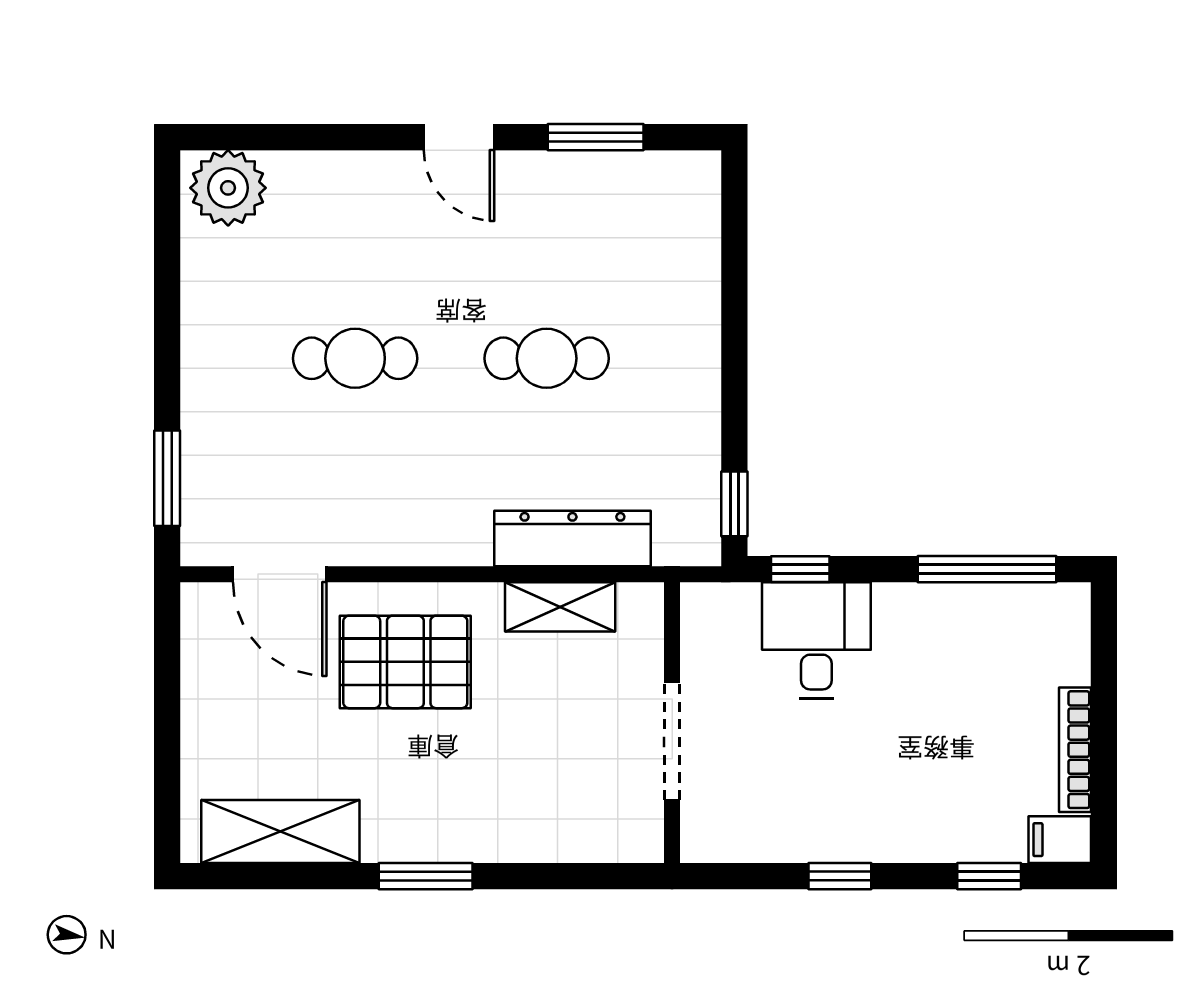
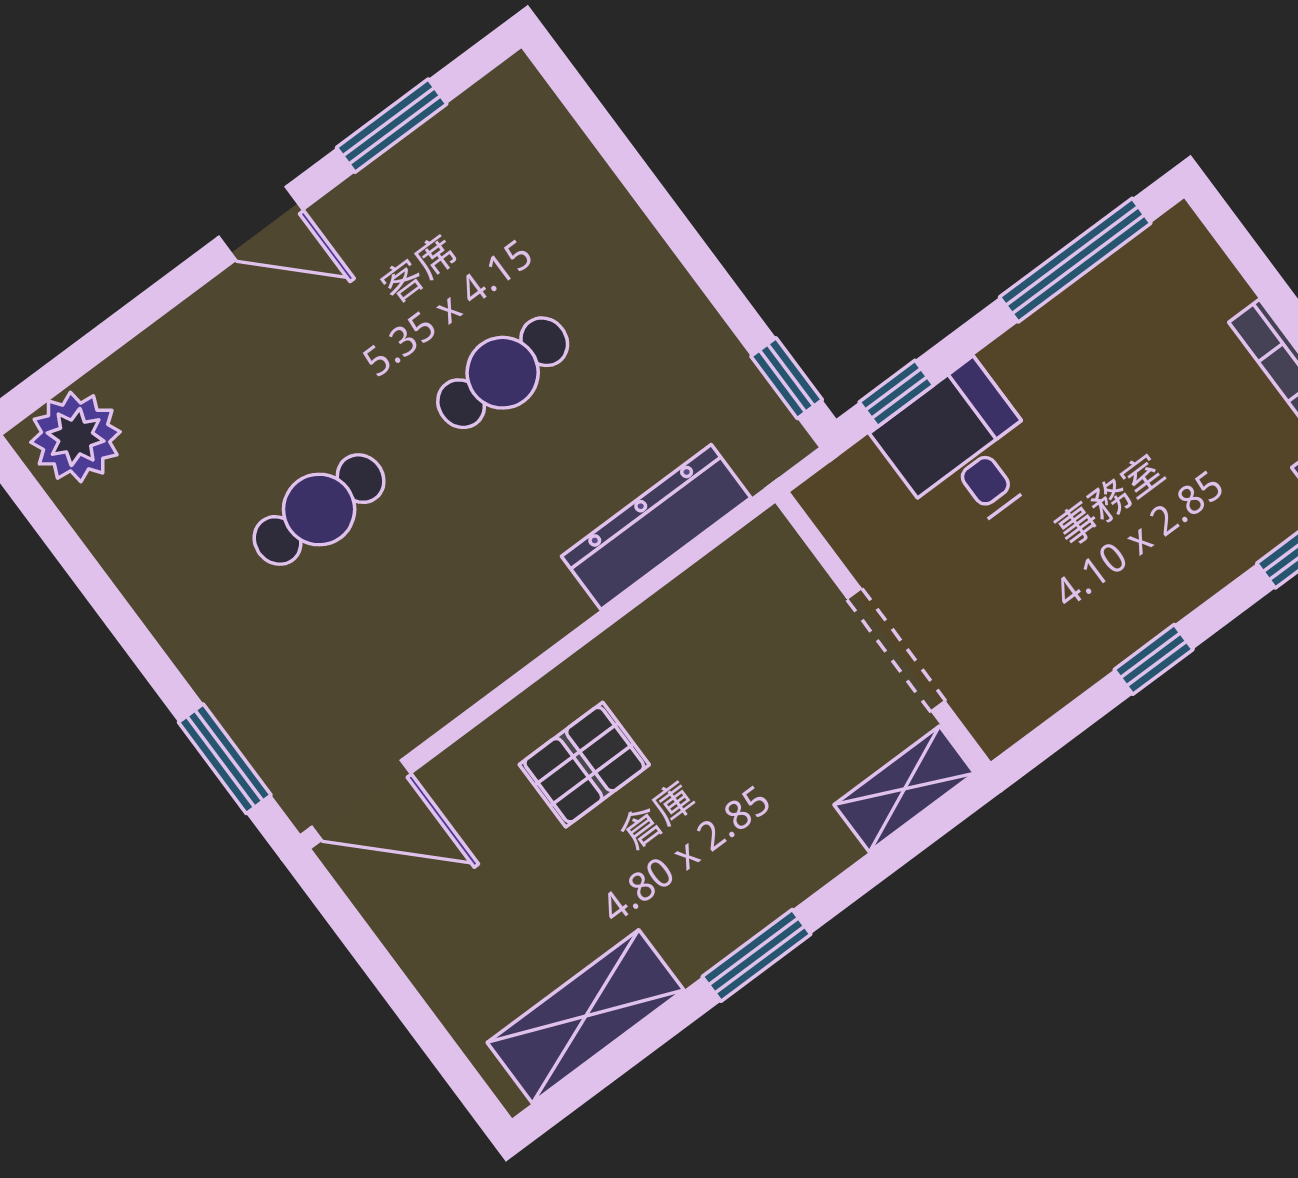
door: (280, 574) -> (361, 800), moved
shelving: (560, 607) -> (904, 789), moved
pallet: (405, 662) -> (584, 765), width x0.67, depth x0.71

